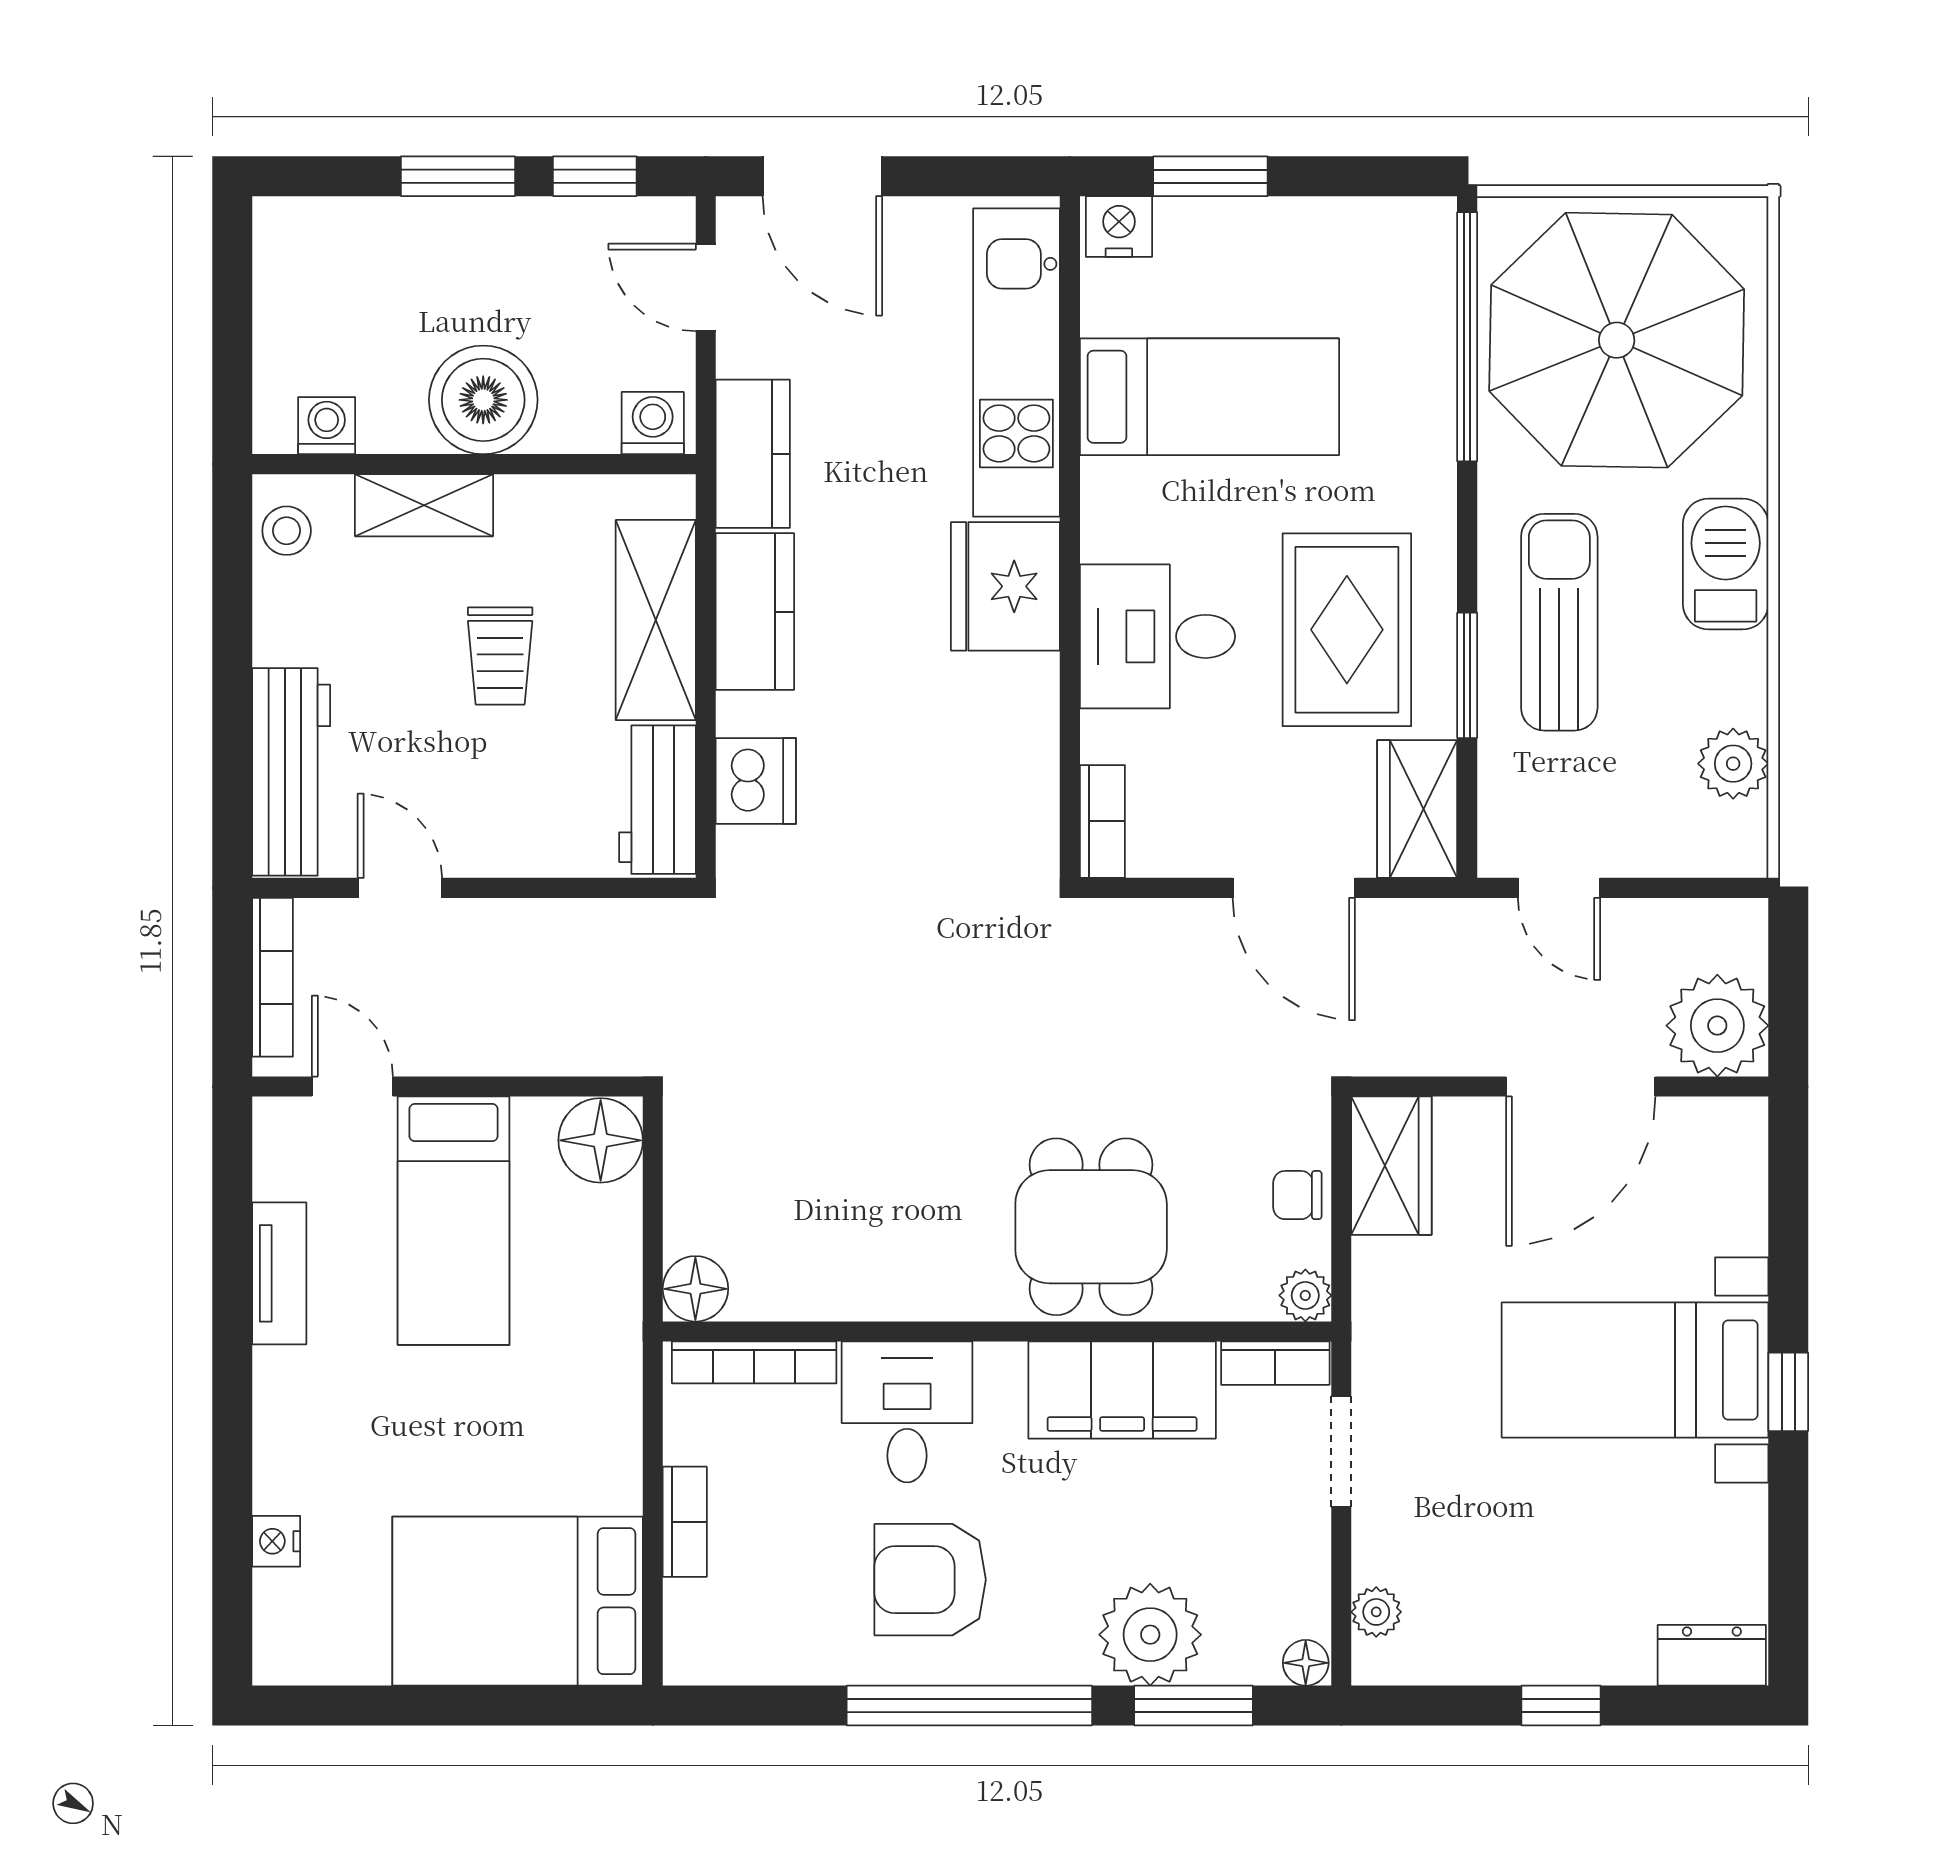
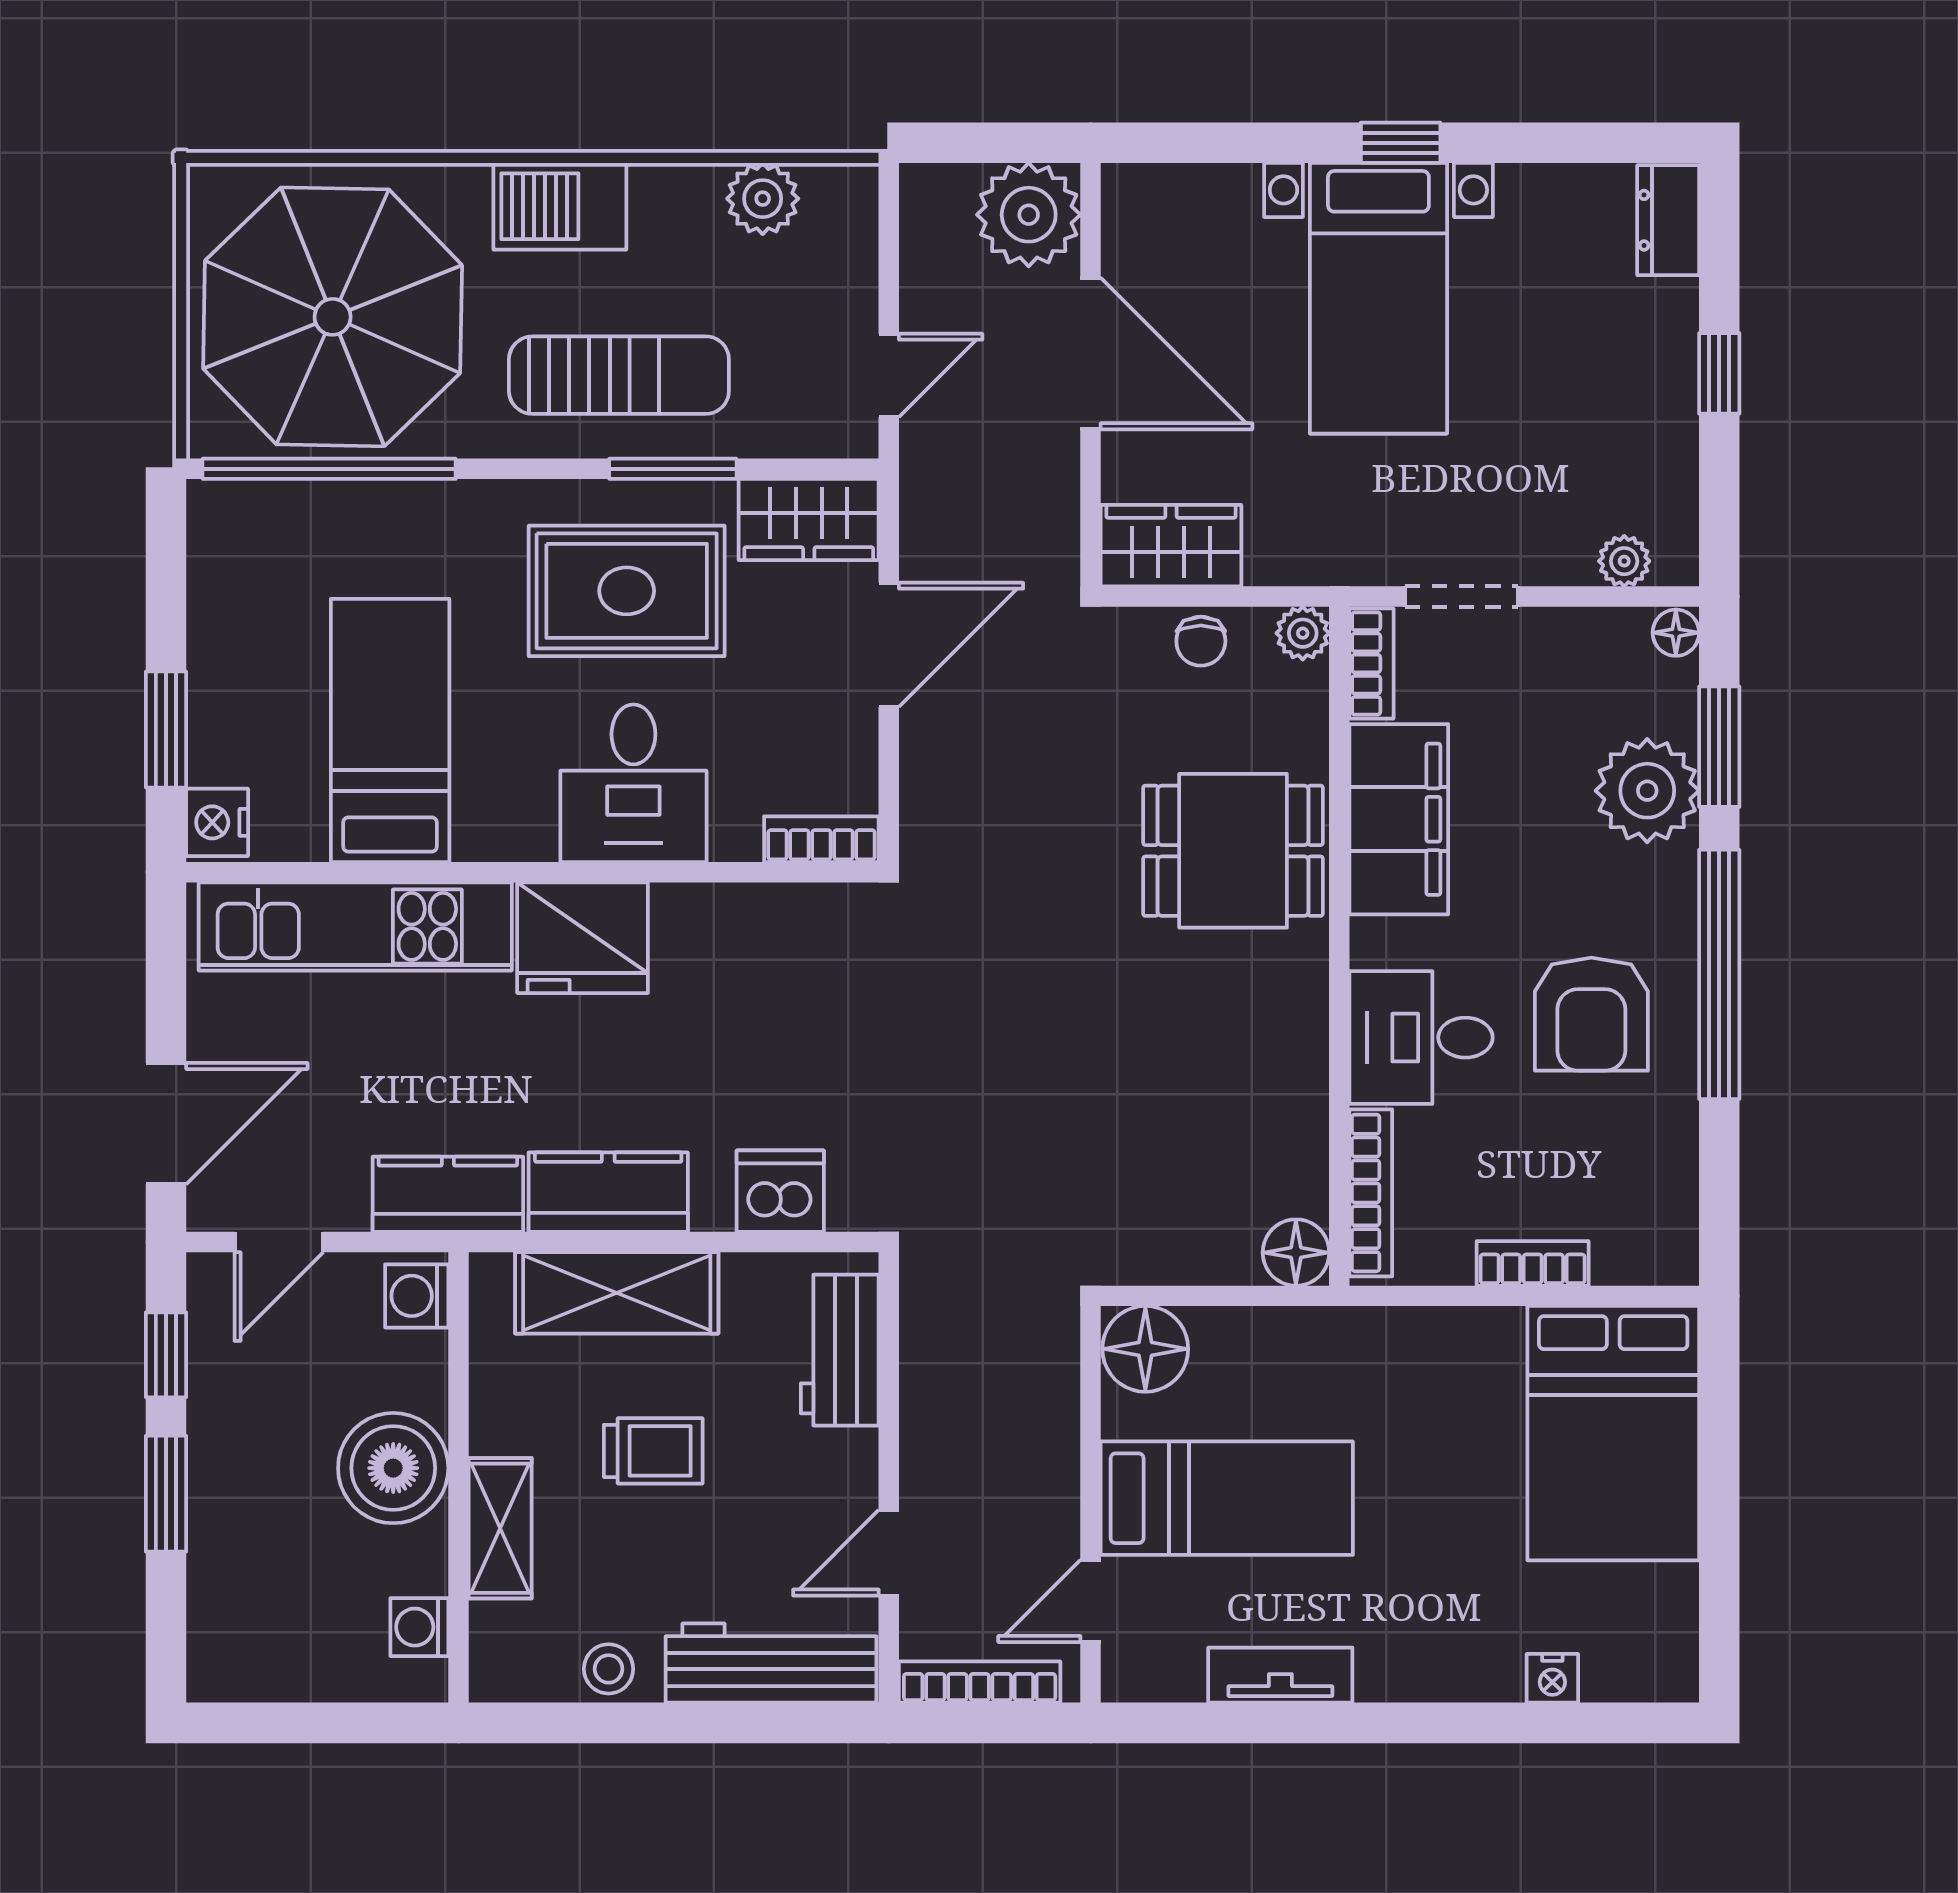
stool: (287, 531) -> (609, 1669), moved
sun lounger: (1559, 622) -> (619, 375), turned 180
workbench: (657, 800) -> (840, 1350), moved, turned 90

